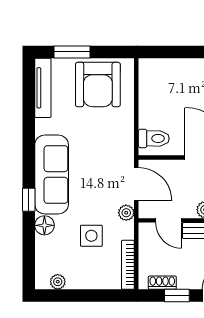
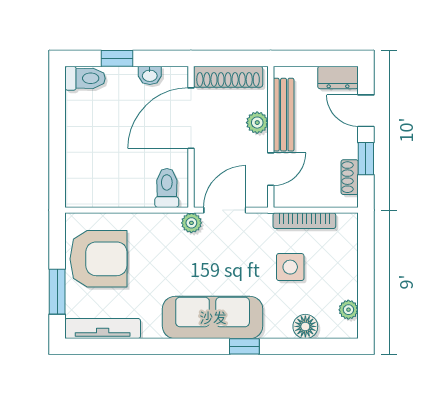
plant: (126, 213) -> (191, 223), moved
floor lamp: (44, 225) -> (305, 326), moved
bookcase: (128, 265) -> (304, 221), moved

